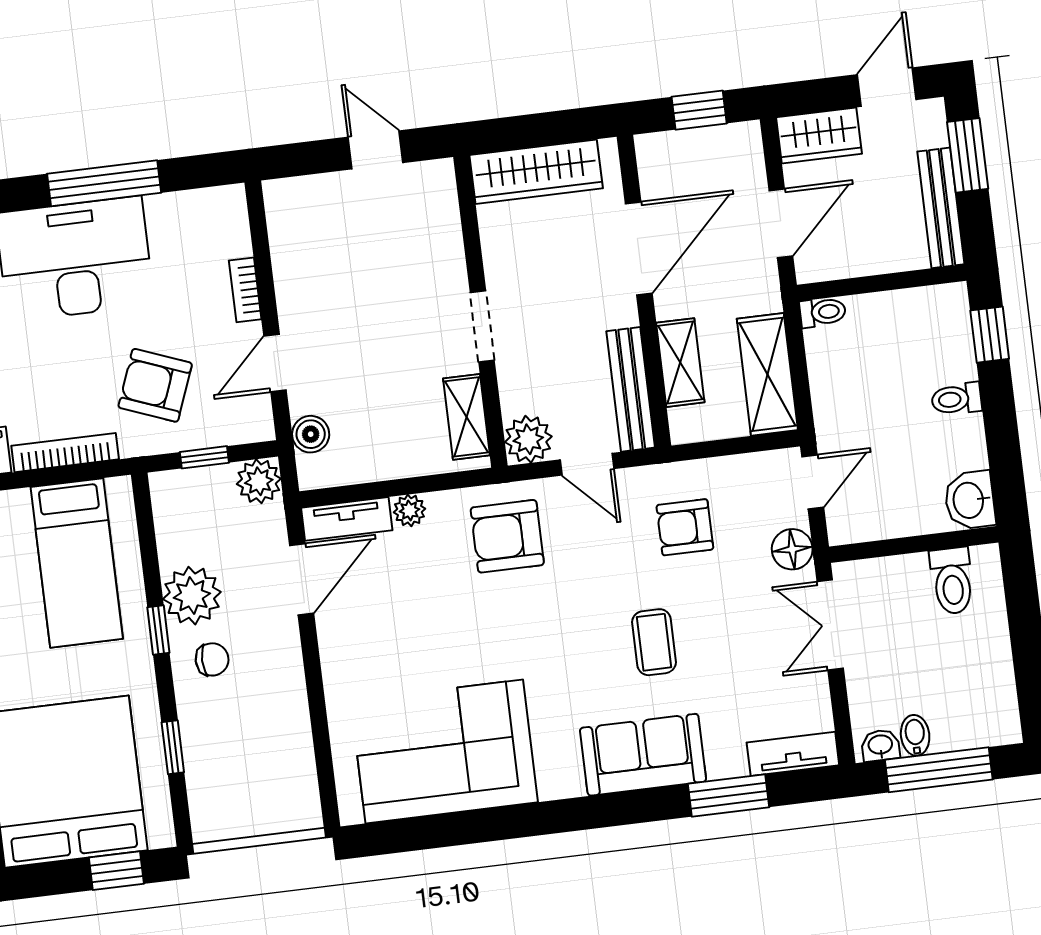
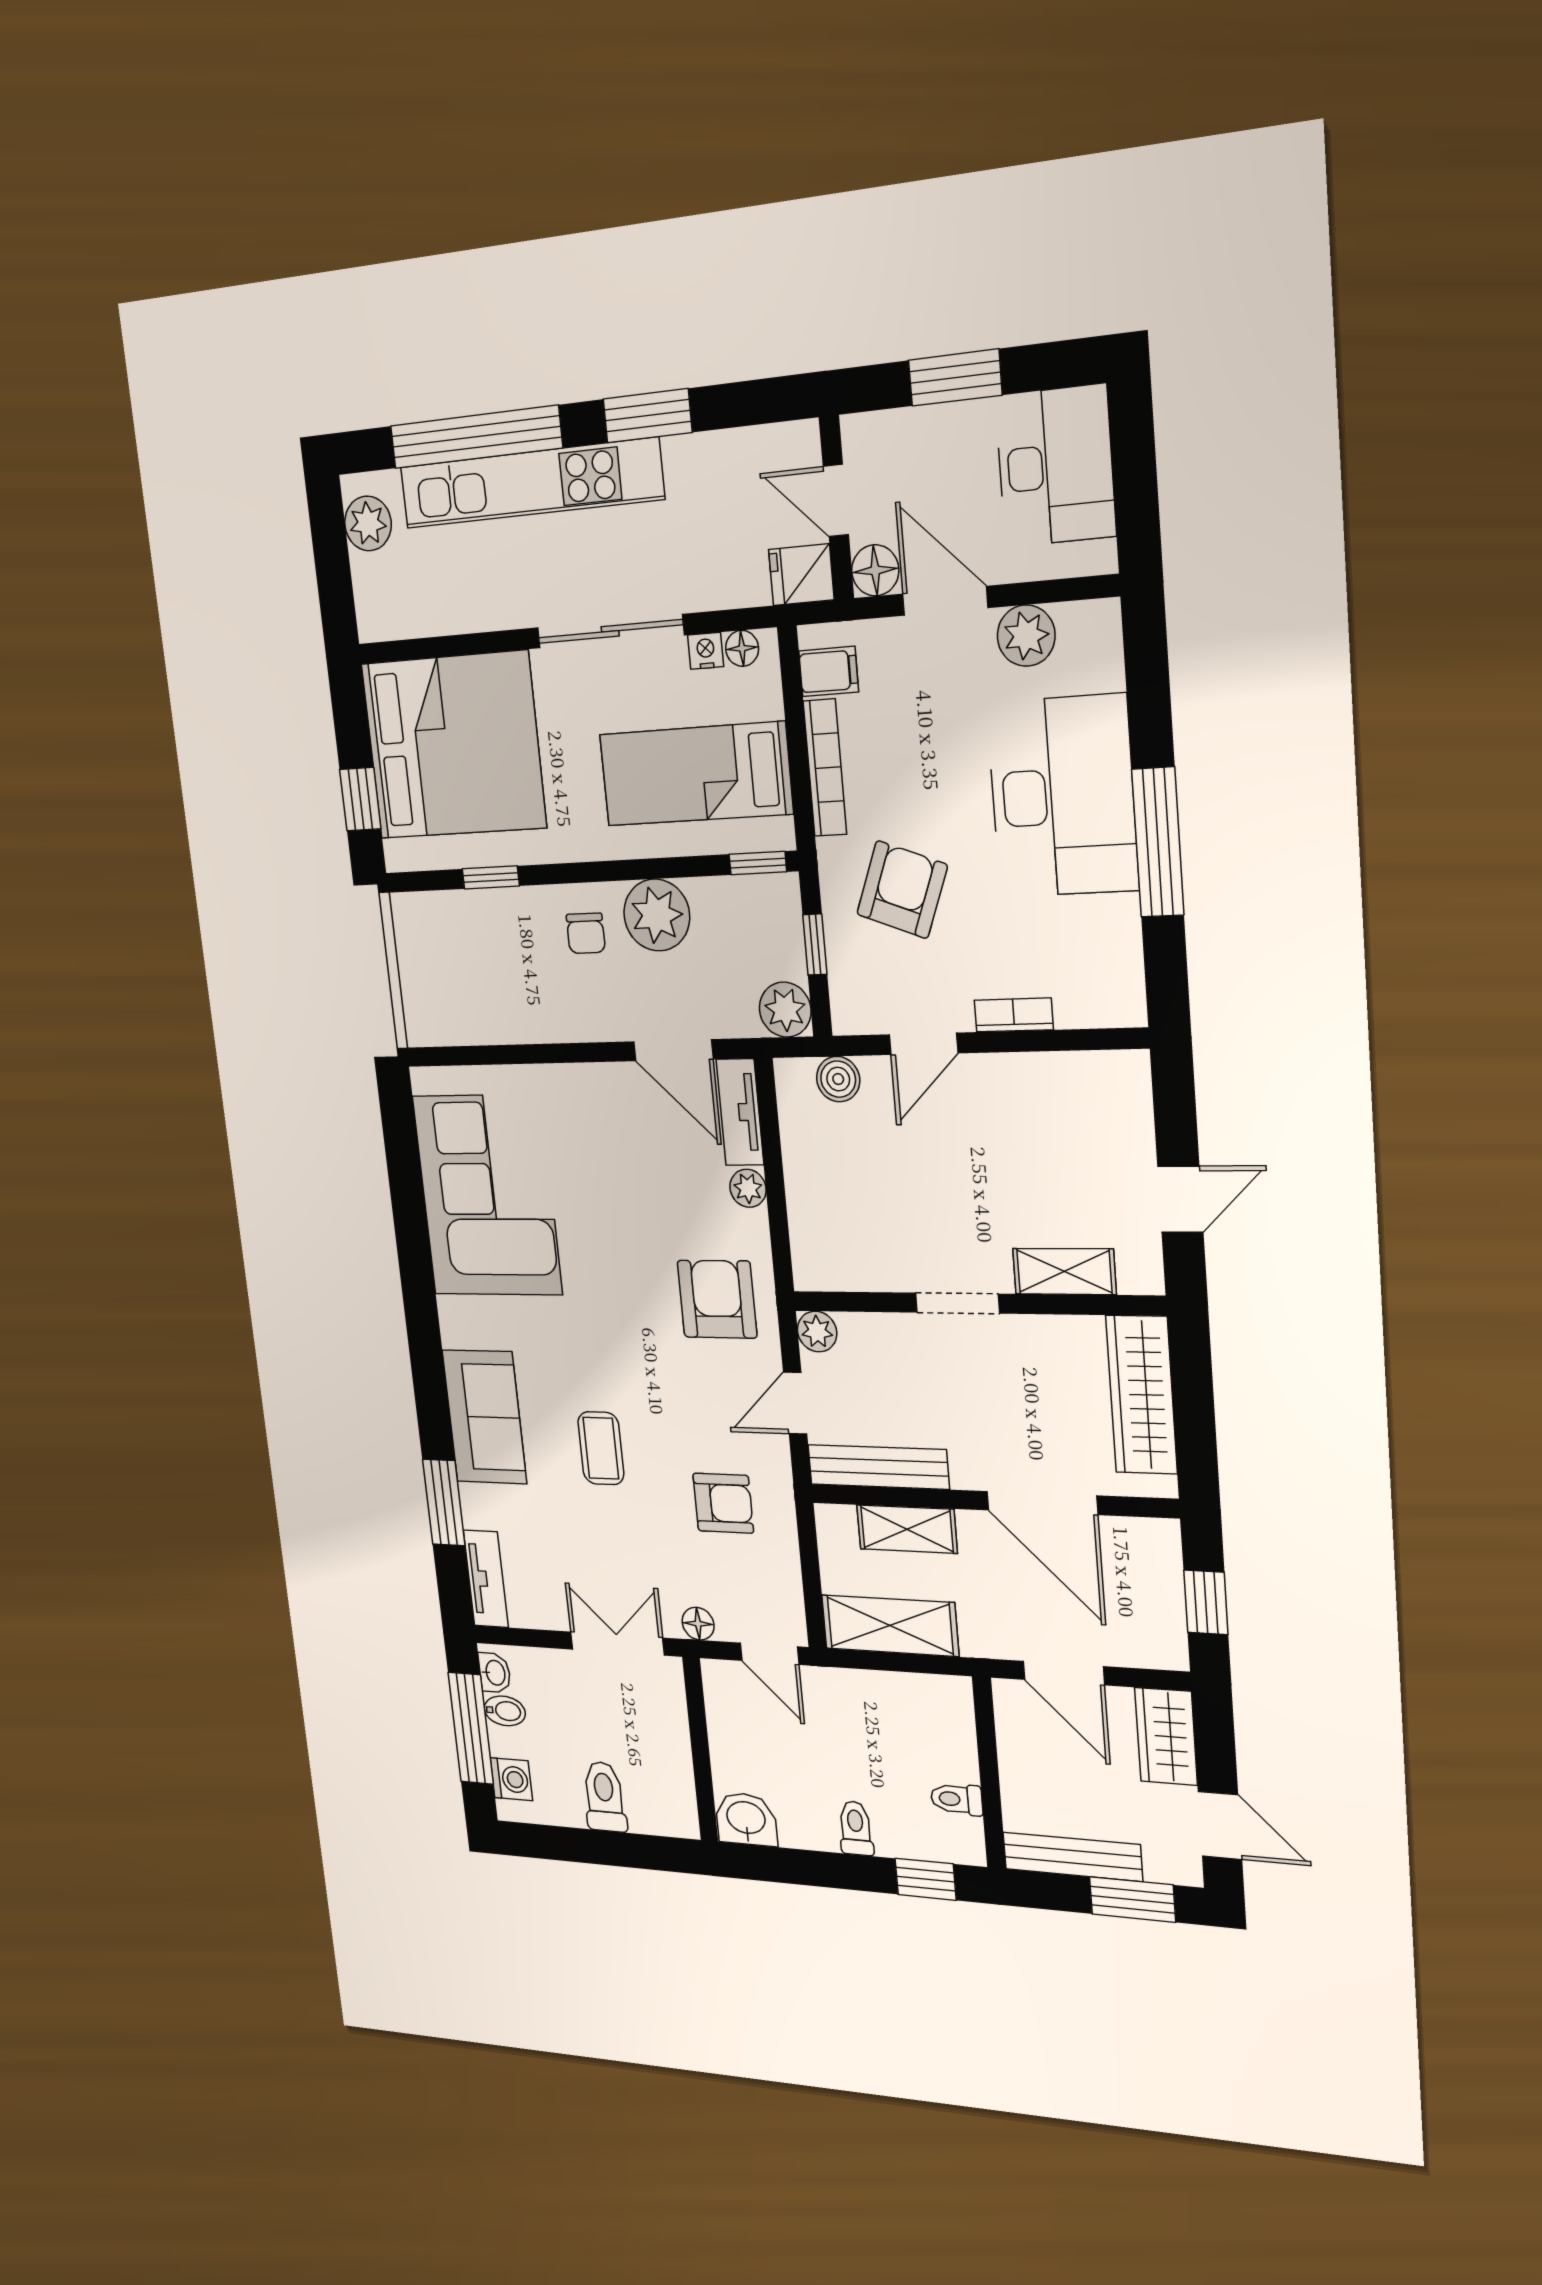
toilet: (823, 312) -> (957, 1799), moved, turned 90
door: (275, 363) -> (923, 1044), swing flipped
shelving: (466, 417) -> (1064, 1271), moved
plant: (528, 439) -> (817, 1332), width x0.73, depth x0.73
armchair: (685, 527) -> (723, 1503), turned 90
floor lamp: (792, 549) -> (698, 1624), width x0.73, depth x0.73
toilet: (952, 581) -> (605, 1797), moved, turned 90
window: (158, 630) -> (758, 863), moved
coffee table: (654, 642) -> (601, 1448), turned 90
washing machine: (980, 729) -> (511, 1779), added

